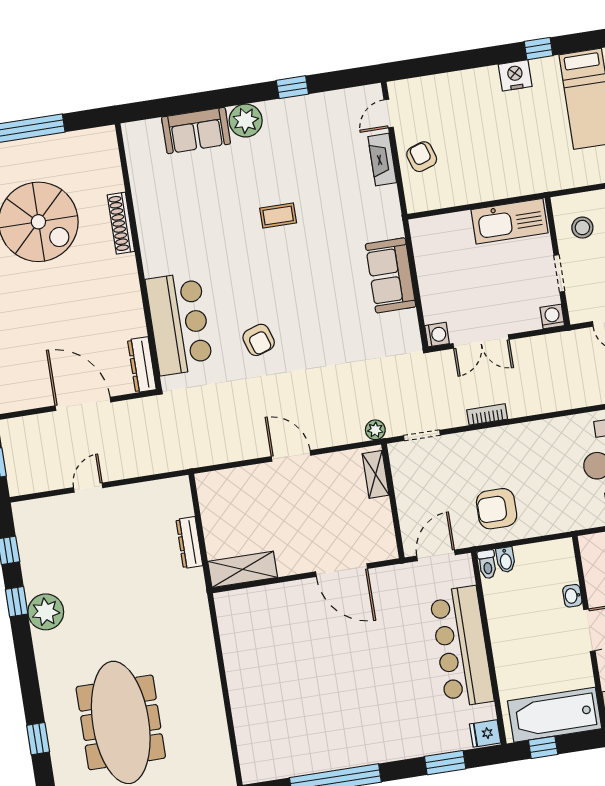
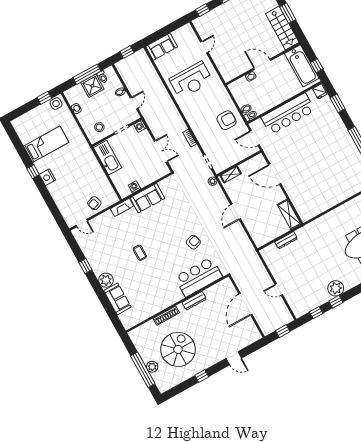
plant: (22, 152) -> (152, 367), added
fireplace: (382, 160) -> (122, 207), moved
washing machine: (437, 335) -> (134, 187), moved
dresser: (142, 365) -> (194, 301), moved
armchair: (497, 509) -> (227, 120), turned -90
door: (342, 570) -> (275, 174), swing flipped

